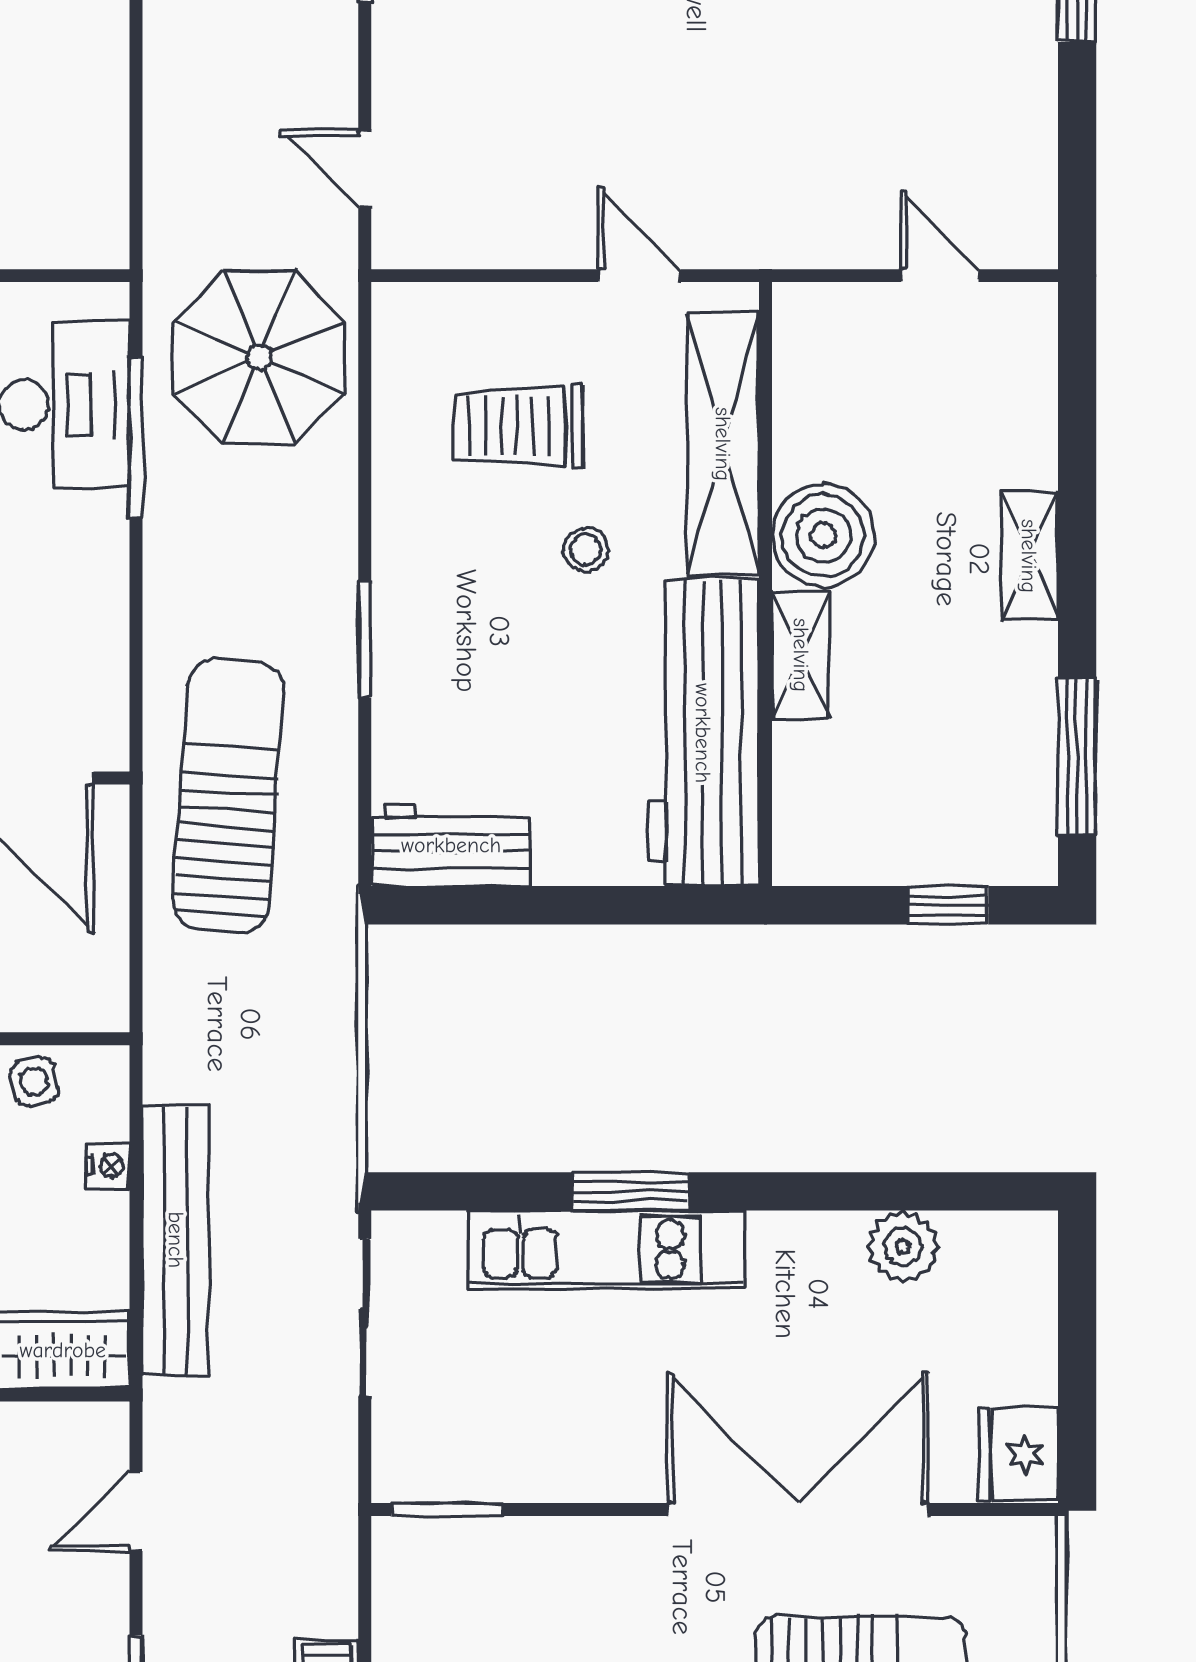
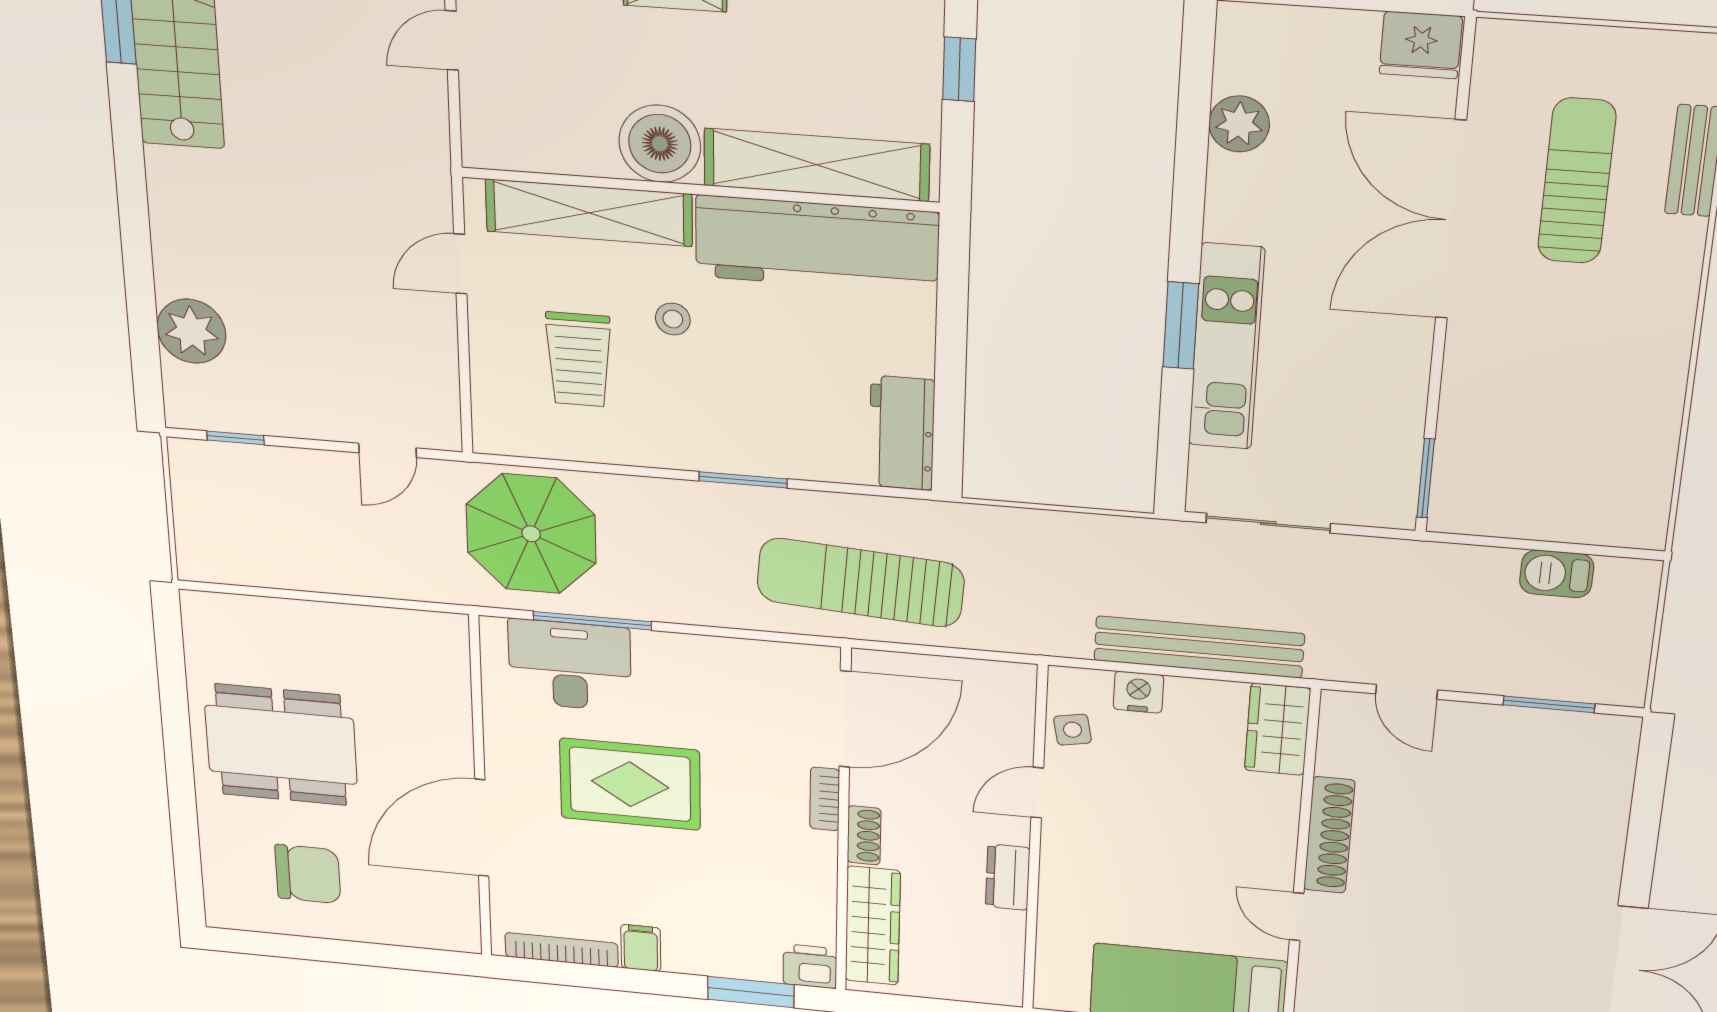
shelving: (801, 655) -> (817, 165), width x2.20, depth x1.33
nightstand: (108, 1166) -> (1138, 692), width x1.39, depth x1.35

